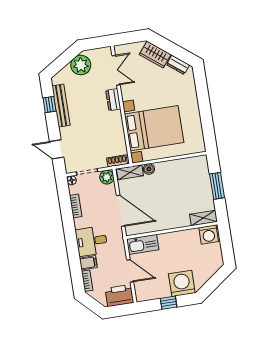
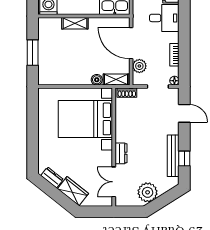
plant: (107, 177) -> (139, 66), moved
shelving: (203, 218) -> (75, 23), moved

